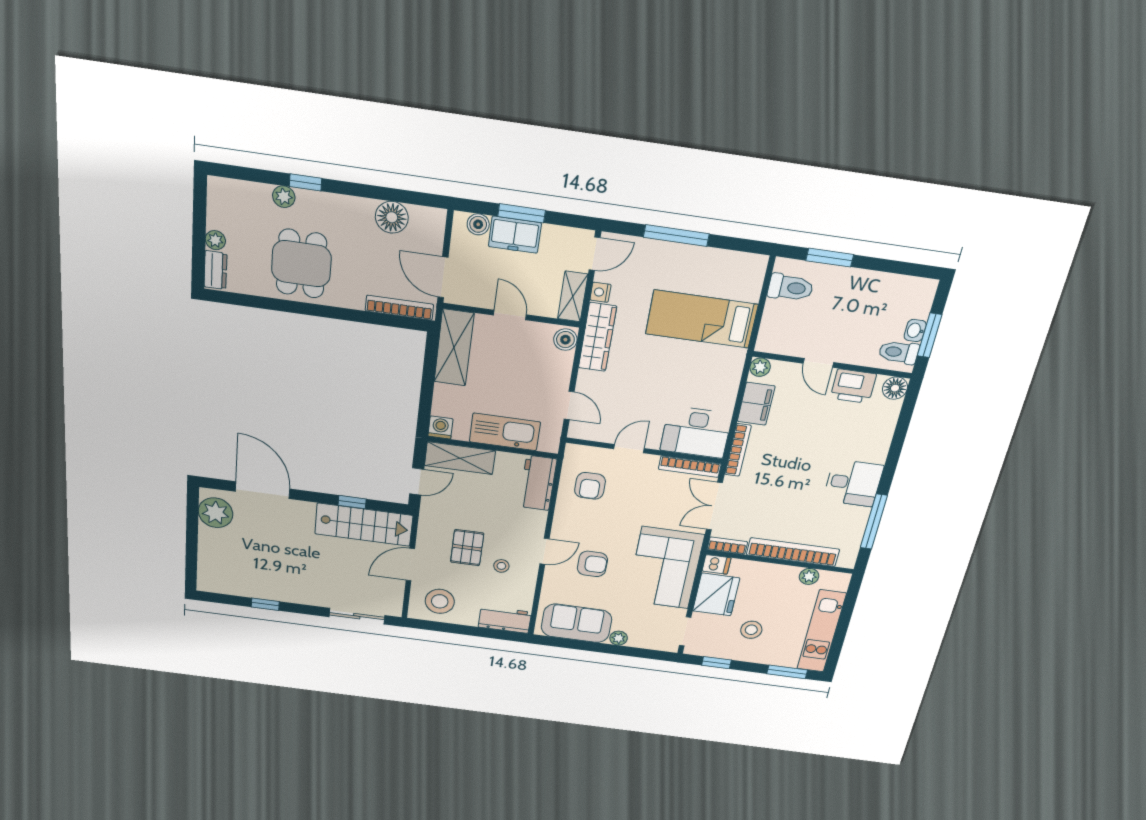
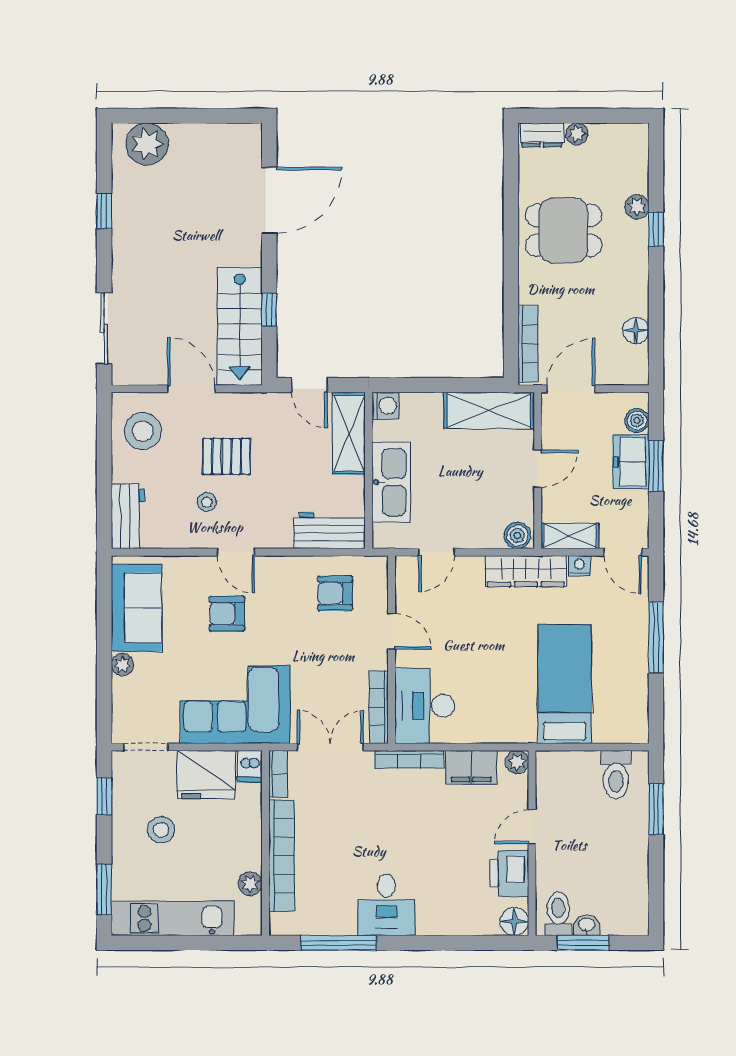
floor lamp: (392, 217) -> (636, 331), width x0.73, depth x0.73
plant: (216, 513) -> (147, 144), moved
armchair: (592, 564) -> (227, 614), turned 90

